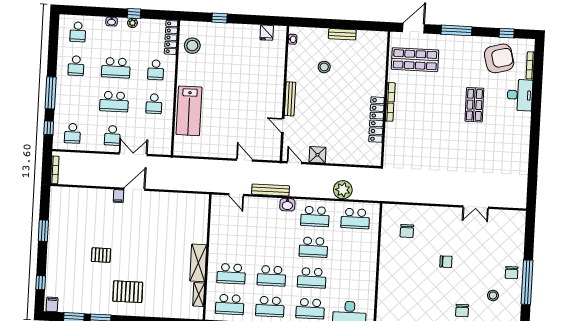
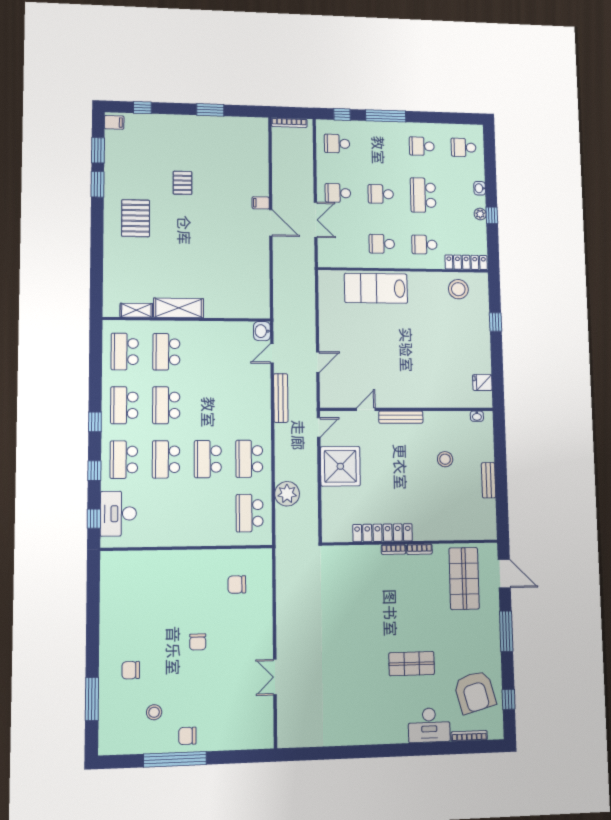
school desk: (114, 102) -> (381, 194), width x0.54
shower: (317, 155) -> (340, 466), width x1.86, depth x1.86
washbasin: (287, 205) -> (262, 331), moved

